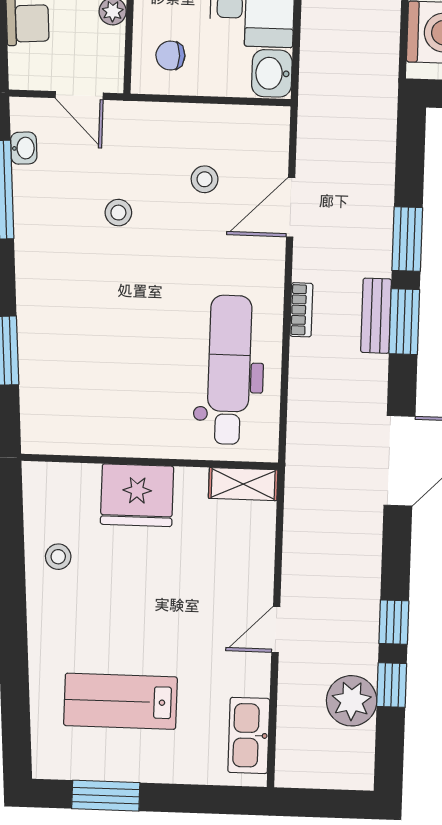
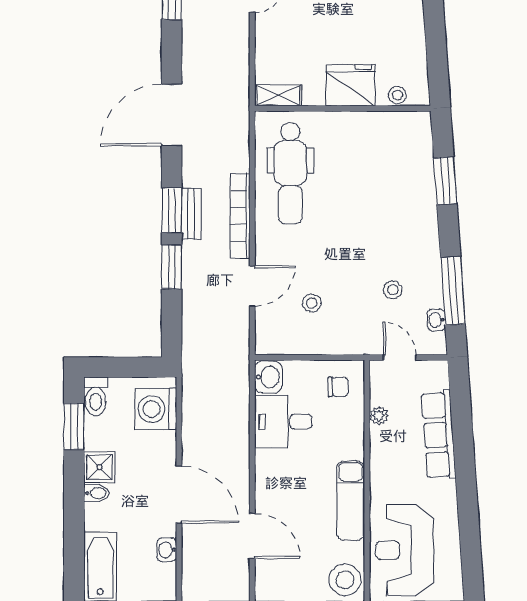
stool: (118, 213) -> (393, 290), moved
bookcase: (301, 310) -> (240, 216), width x2.31, depth x1.31
stool: (58, 557) -> (398, 95), moved

